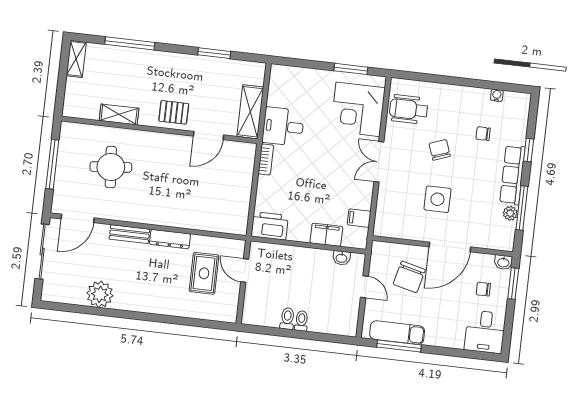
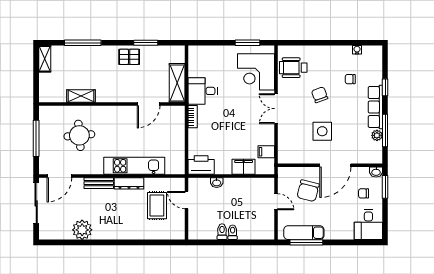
pallet: (174, 112) -> (129, 57), moved
kitchen unit: (180, 216) -> (134, 166), added
washbasin: (342, 258) -> (217, 183), moved

